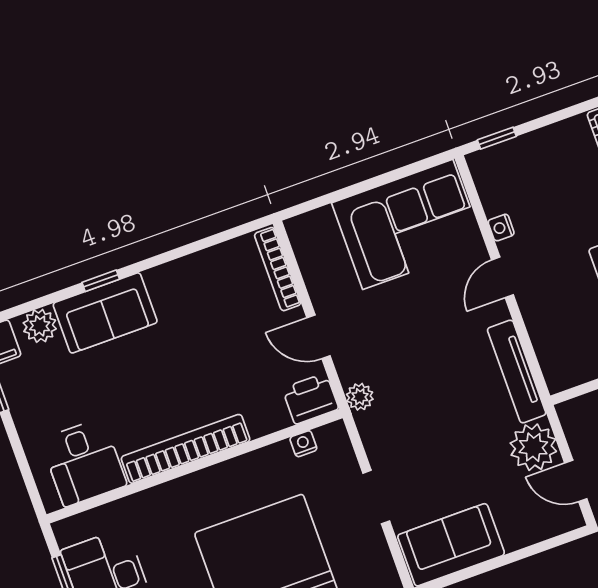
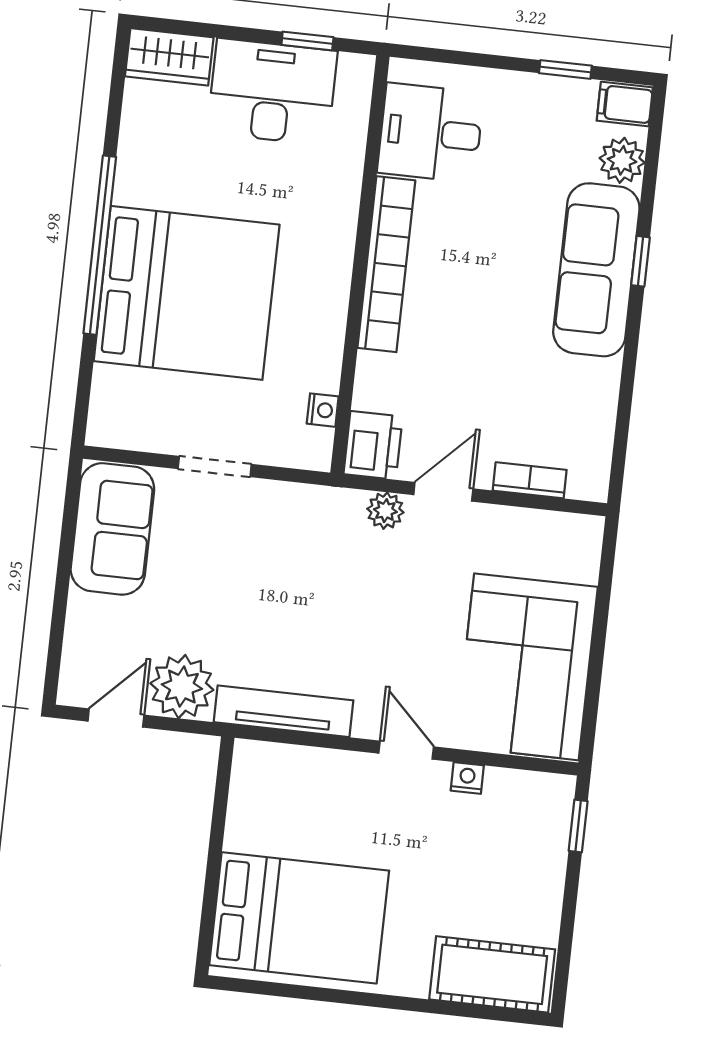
bookcase: (278, 269) -> (530, 480), width x0.64
sofa: (105, 313) -> (596, 270), width x1.36
plant: (360, 397) -> (385, 511), moved

